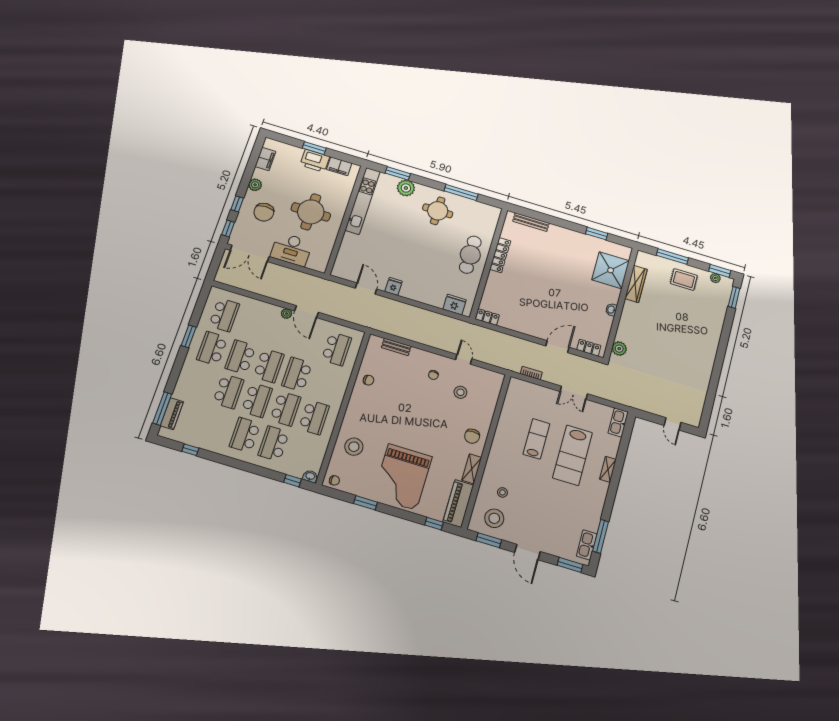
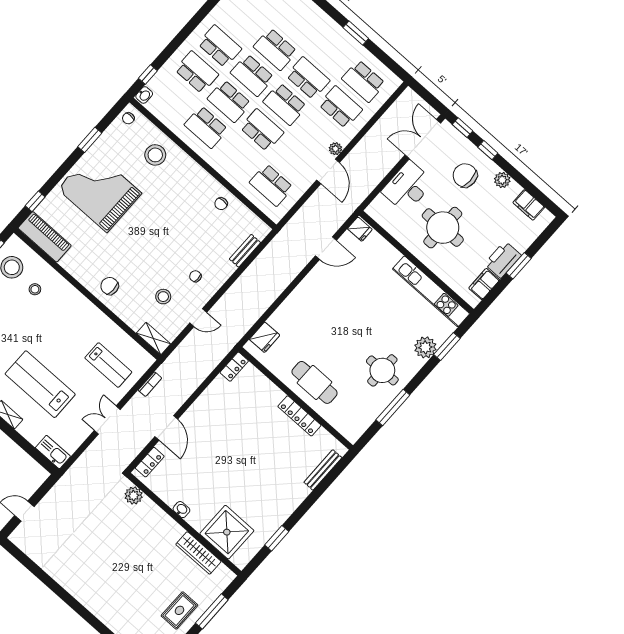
fridge: (393, 286) -> (360, 229), moved
door: (306, 312) -> (328, 171), swing flipped
school desk: (212, 349) -> (341, 107), moved
lab bench: (536, 439) -> (108, 365), moved
shelving: (472, 469) -> (153, 339), moved

